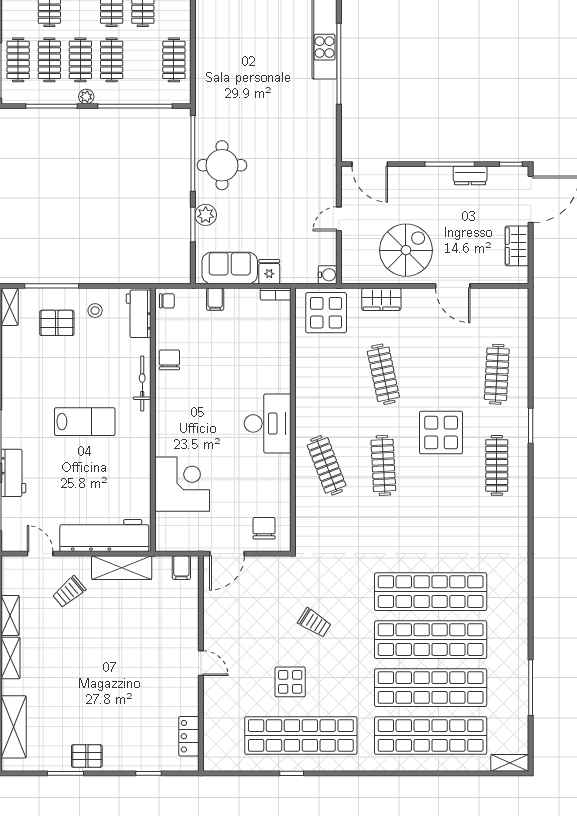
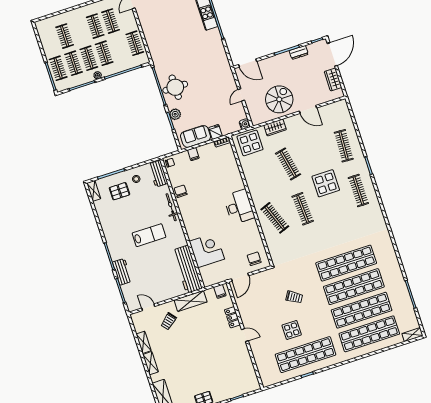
workbench: (104, 536) -> (187, 269), moved, turned -90
locker: (189, 736) -> (232, 317), moved

